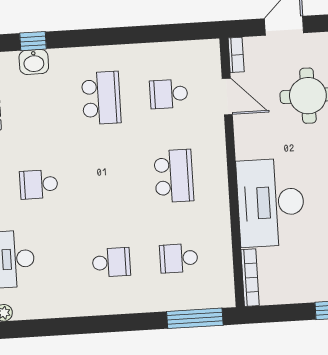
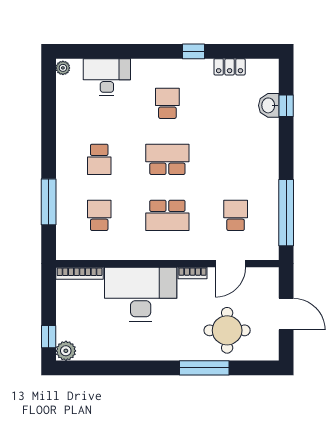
window: (162, 33) -> (286, 213), added
bookcase: (236, 55) -> (192, 273), moved
school desk: (101, 98) -> (167, 159), moved, turned 180
window: (195, 318) -> (49, 202), moved

